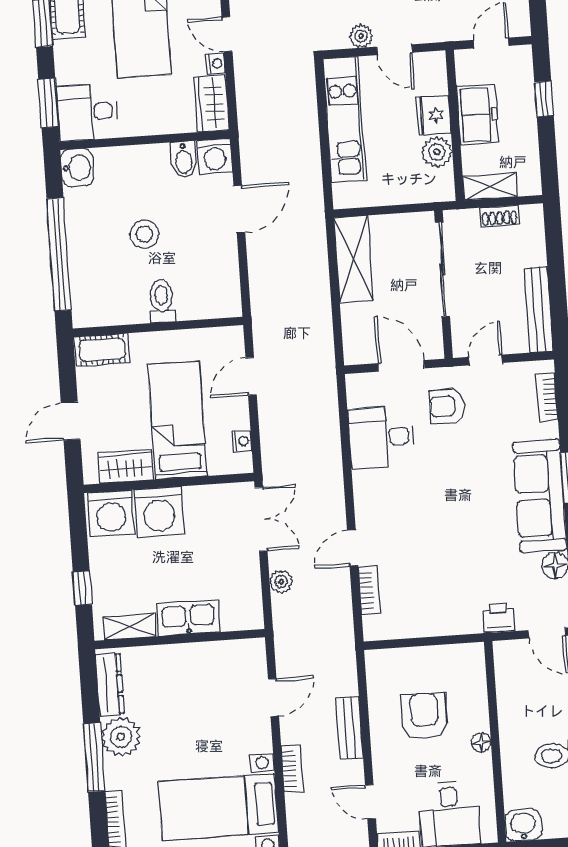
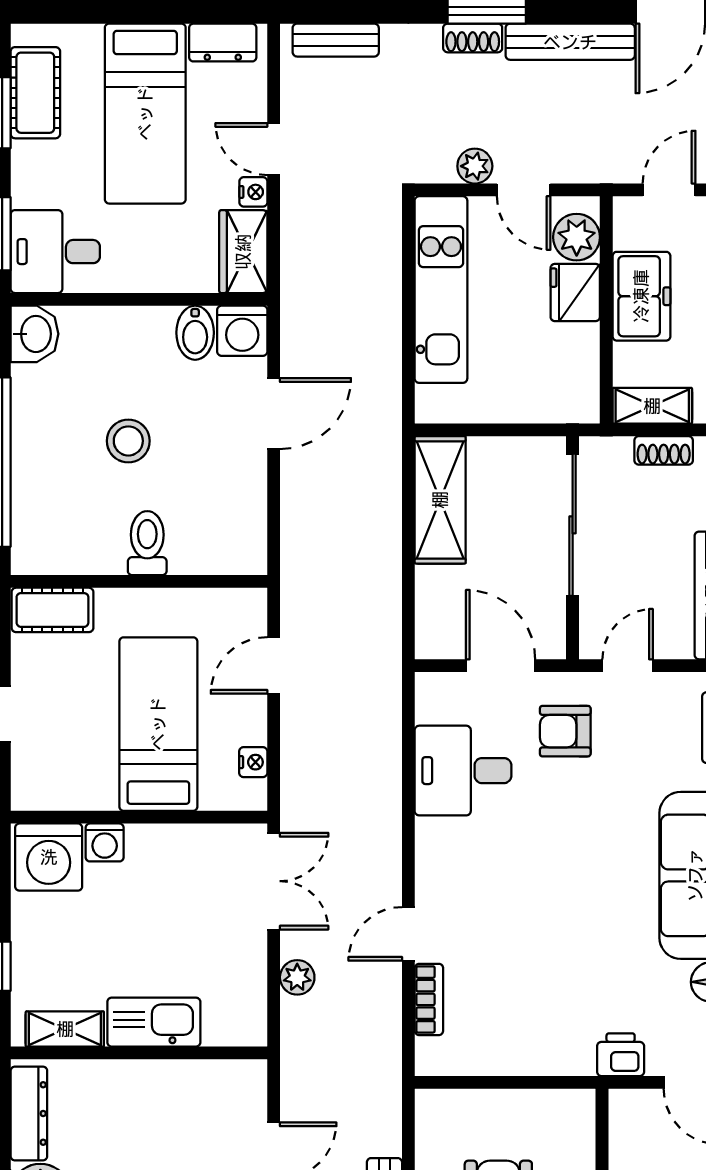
plant: (437, 152) -> (577, 237), moved
wardrobe: (126, 466) -> (76, 787), removed
washing machine: (159, 512) -> (105, 842), width x0.53, depth x0.53

